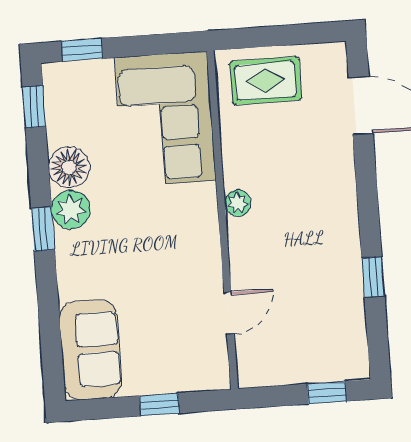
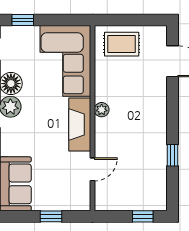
fireplace: (200, 233) -> (80, 124), added

